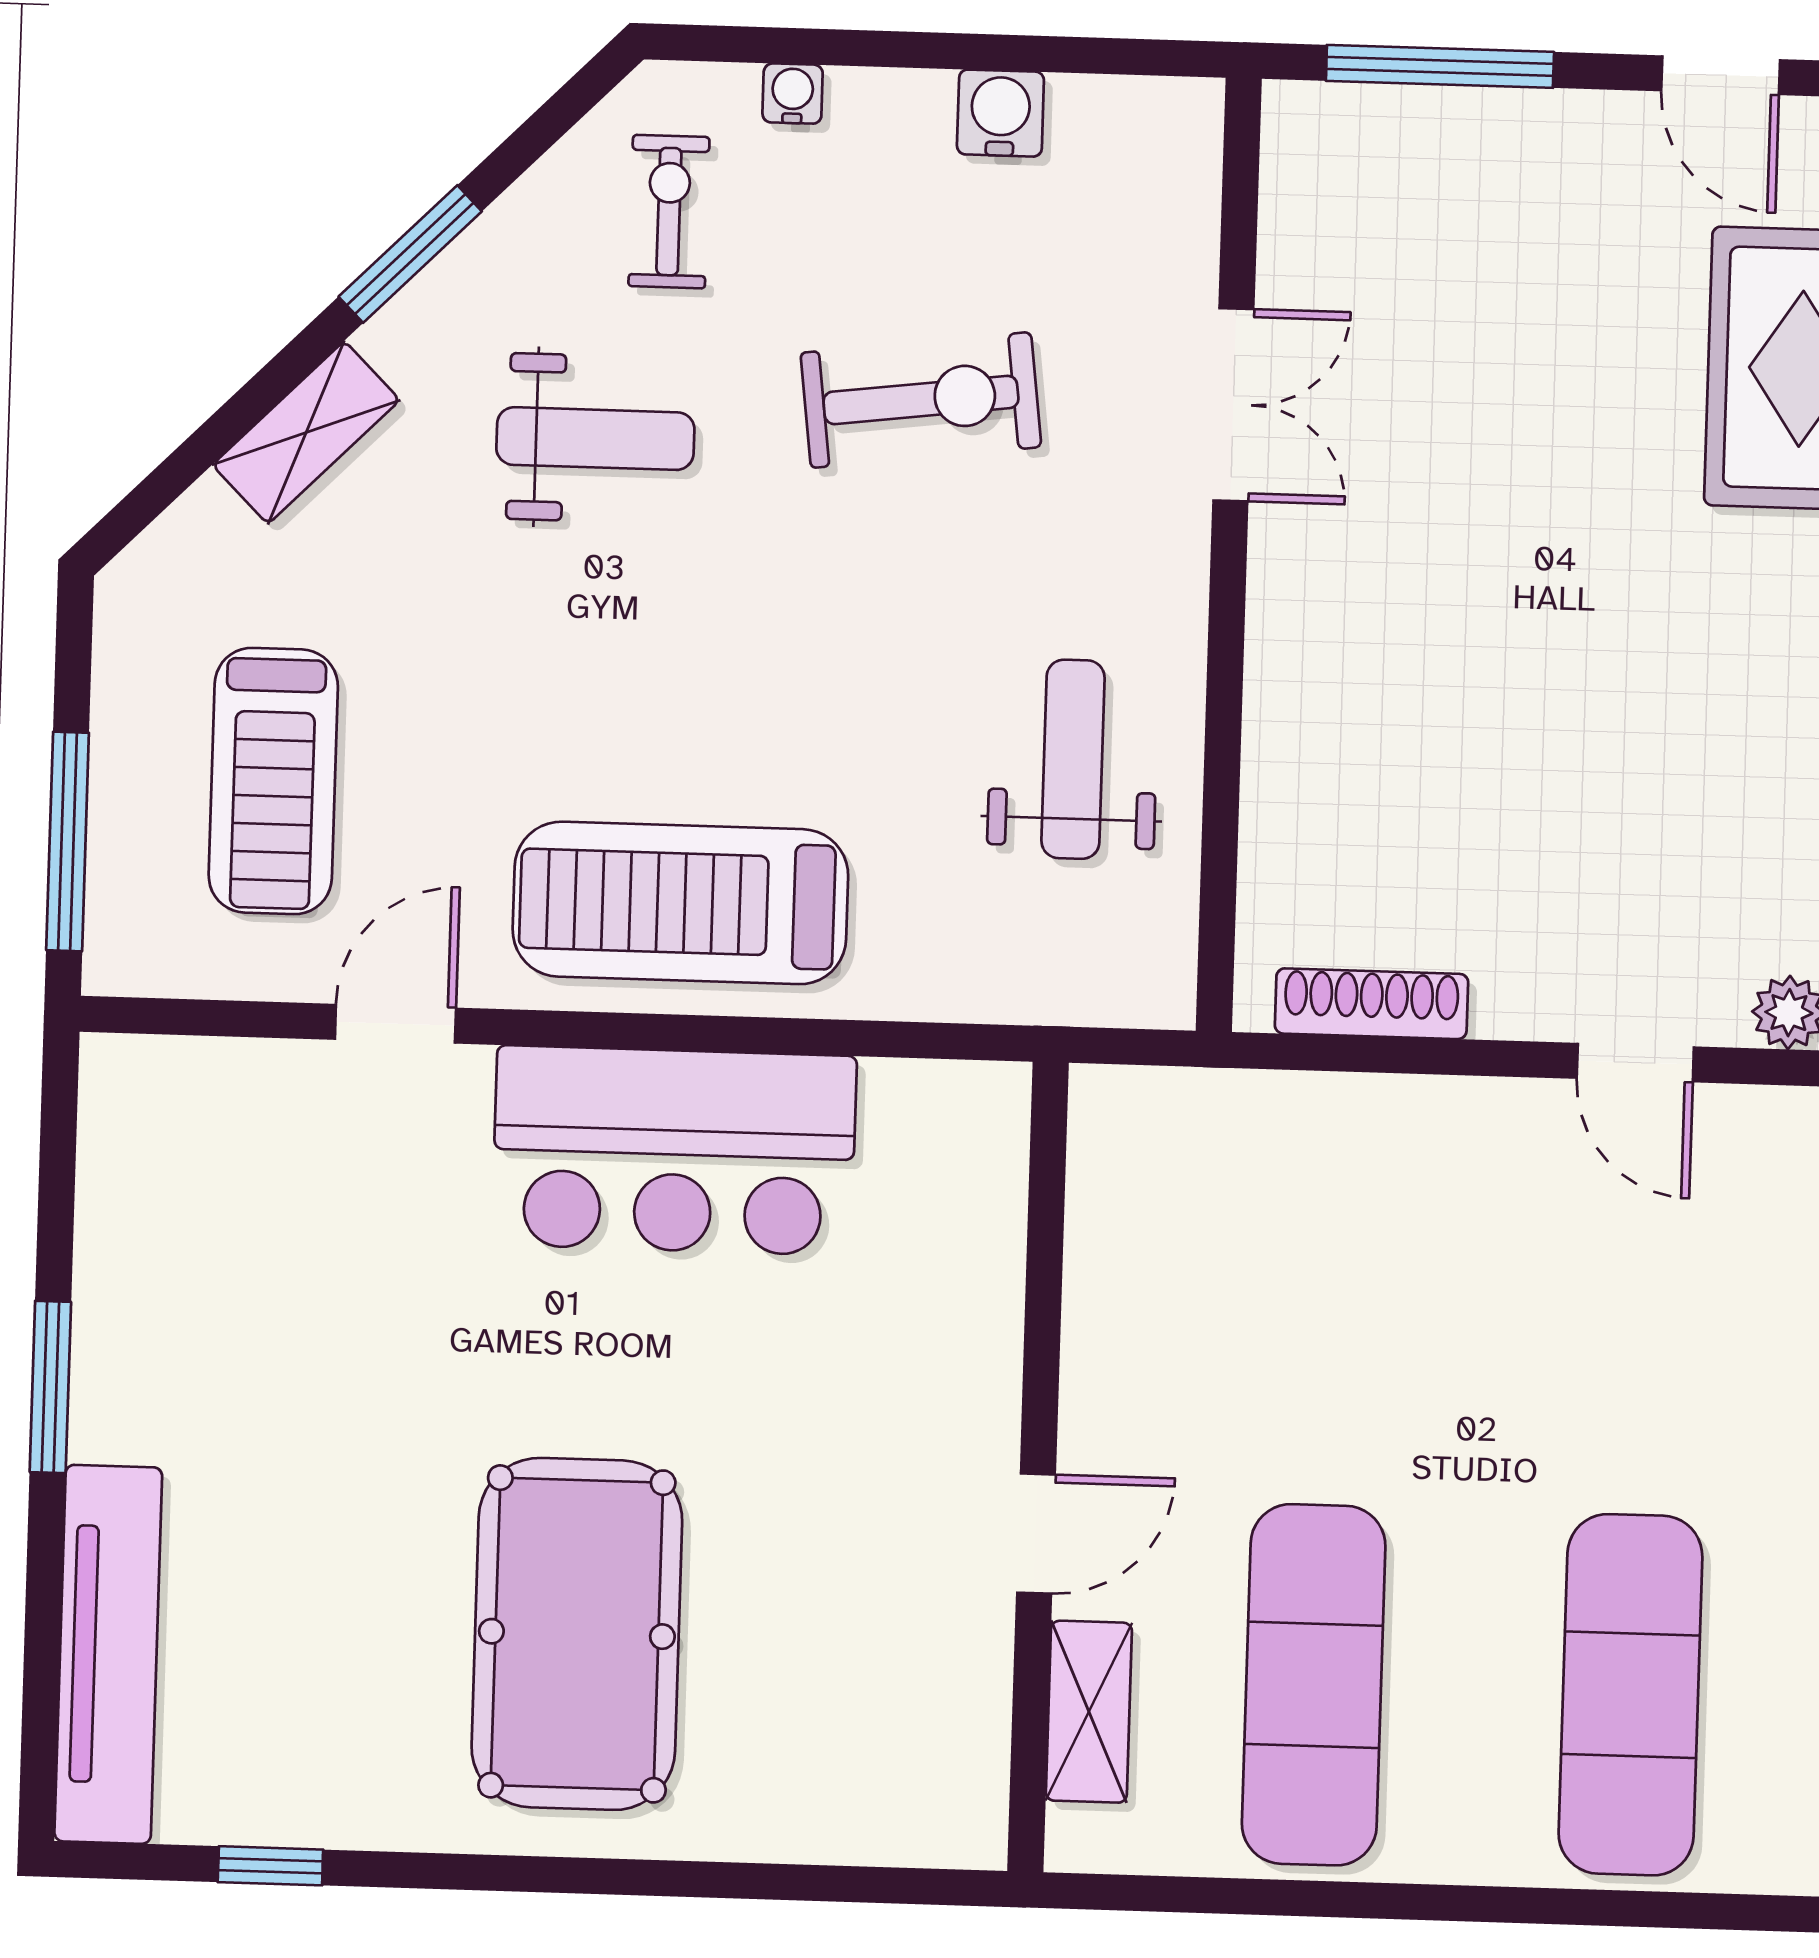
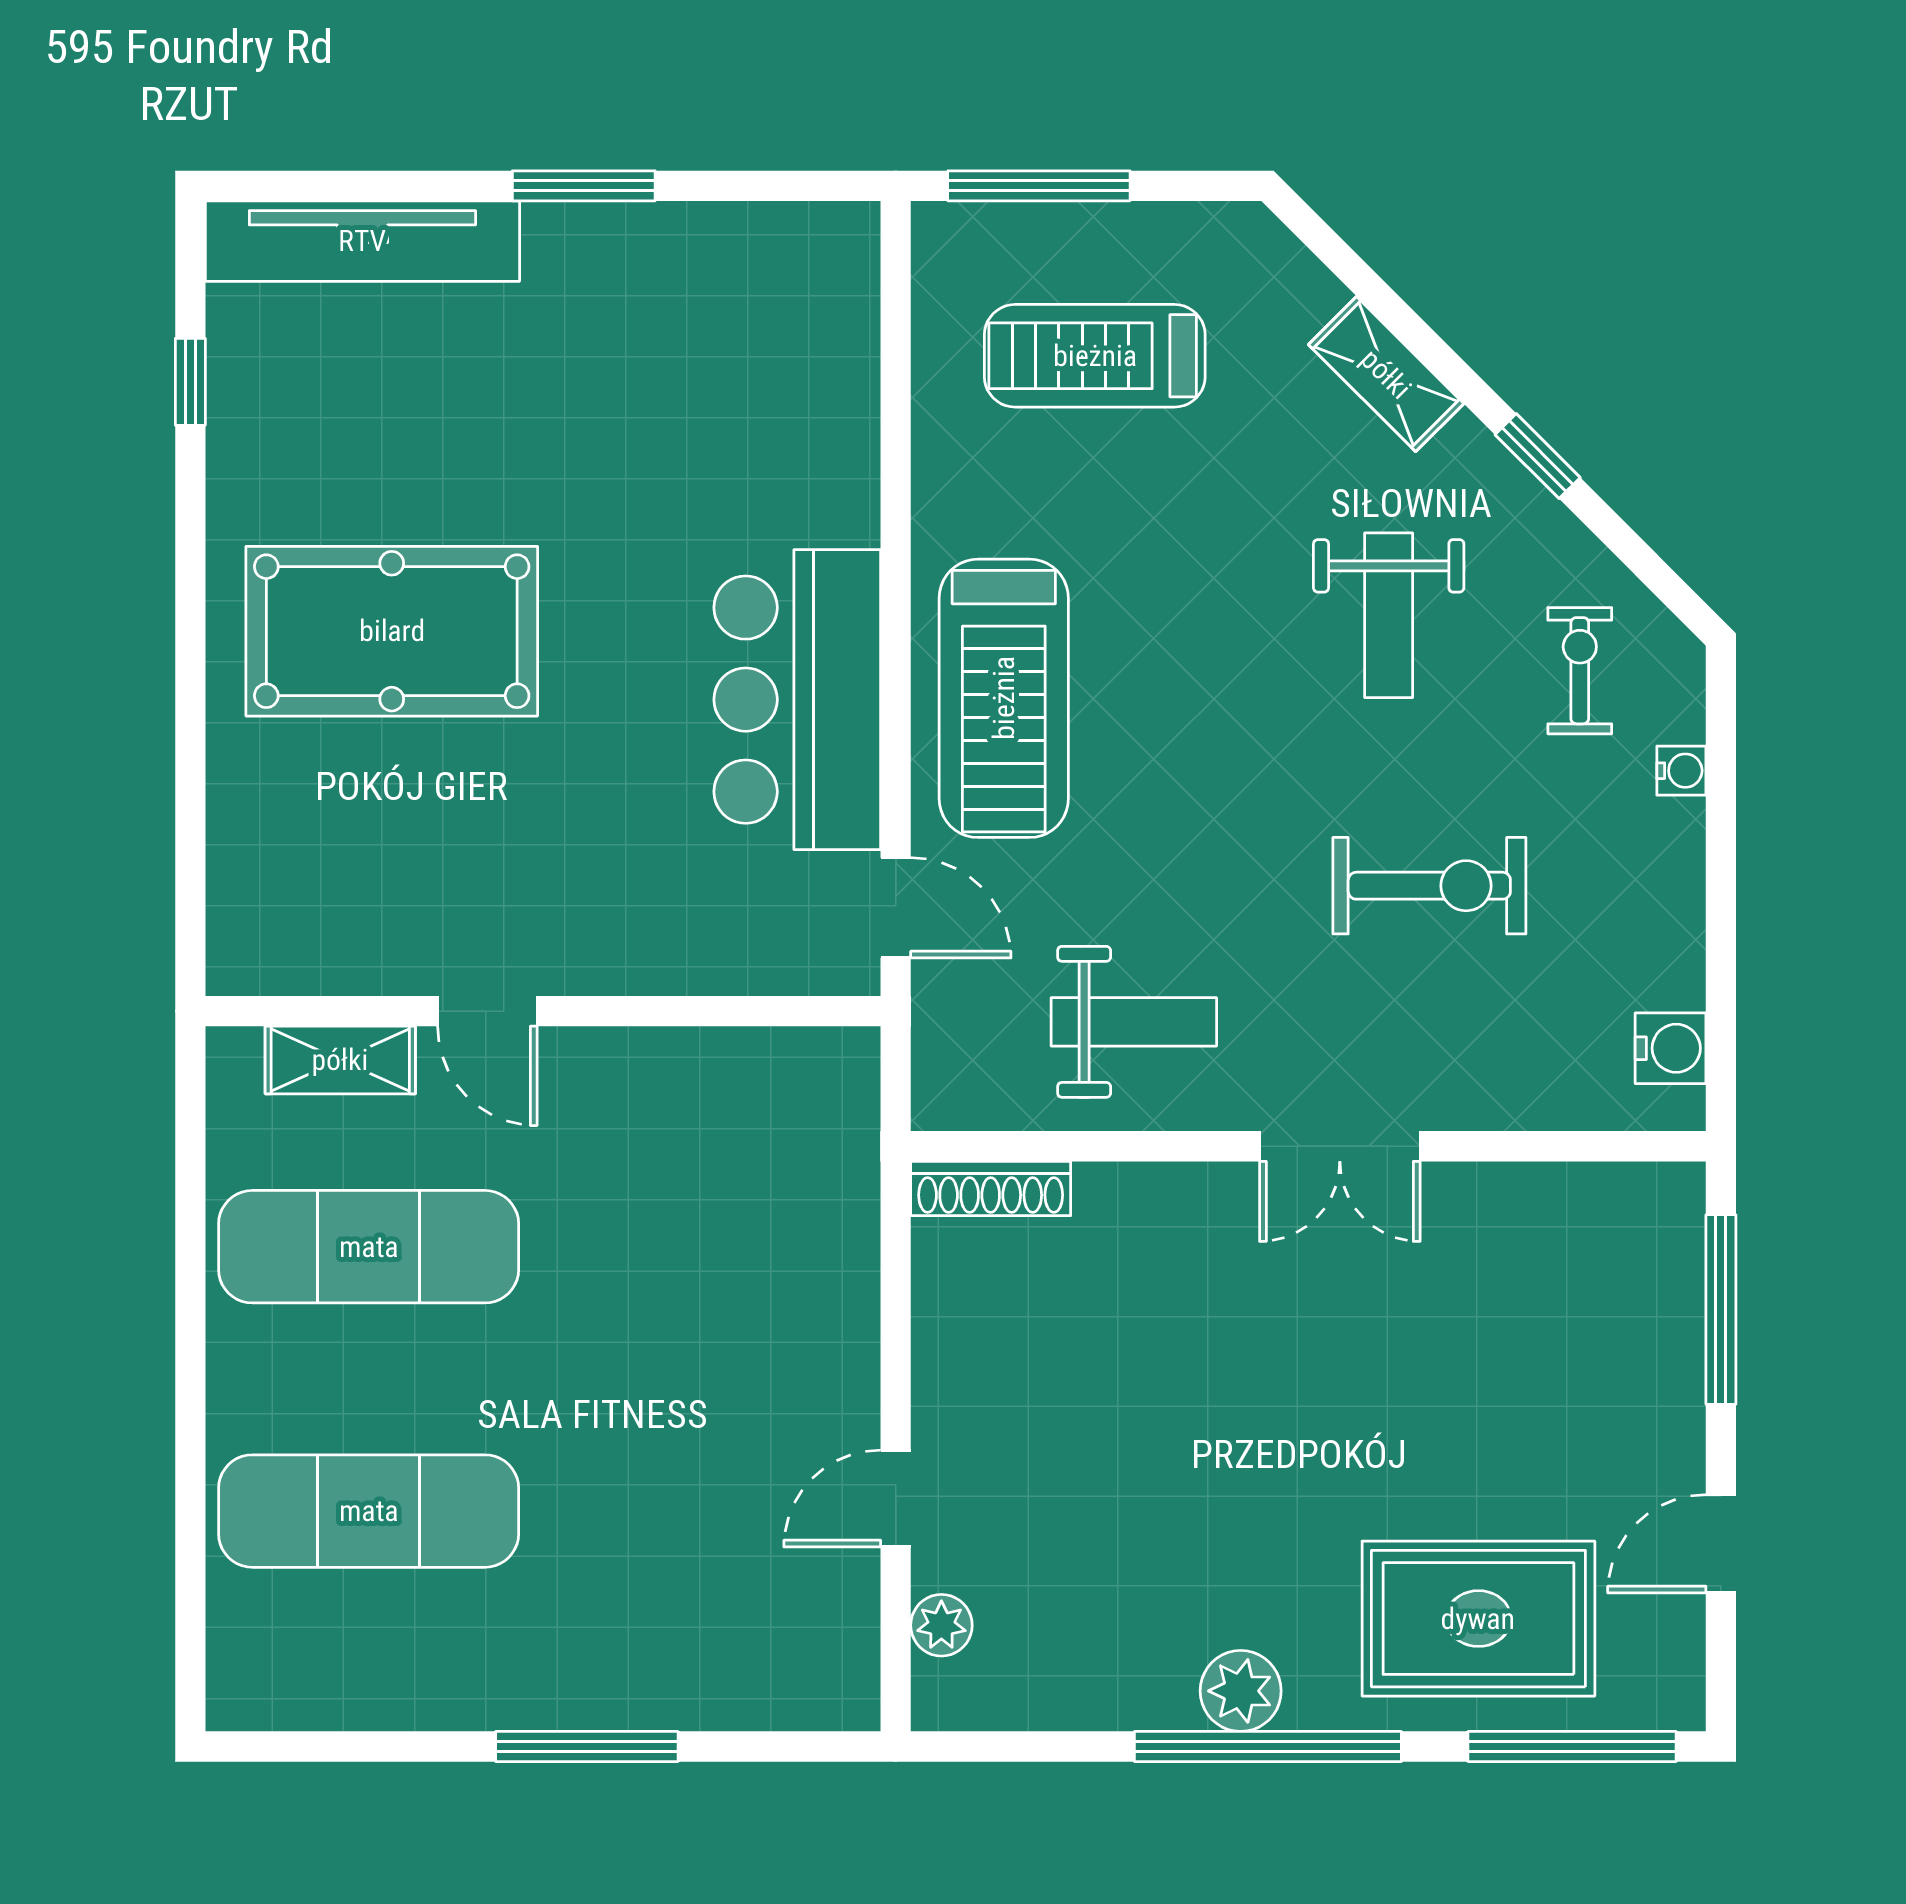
water cooler: (1000, 113) -> (1671, 1048), moved
exercise bike: (669, 212) -> (1580, 671), turned -90
window: (410, 254) -> (1538, 456), width x0.67
exercise bike: (921, 400) -> (1429, 886), turned -83
double door: (1233, 405) -> (1340, 1146), moved
treadmill: (680, 903) -> (1004, 698), turned 180
shoe rack: (1371, 1004) -> (991, 1188), moved, turned 90
door: (395, 1024) -> (896, 908), moved

